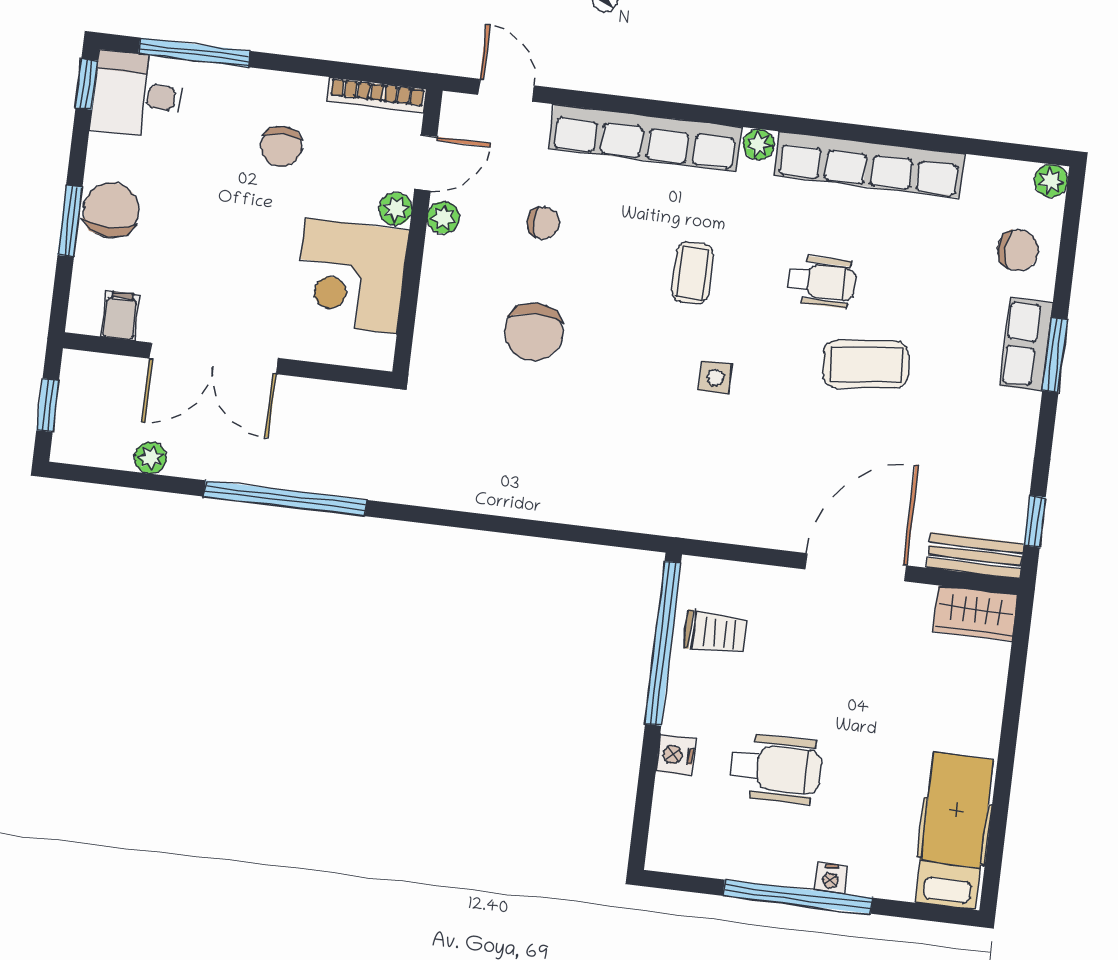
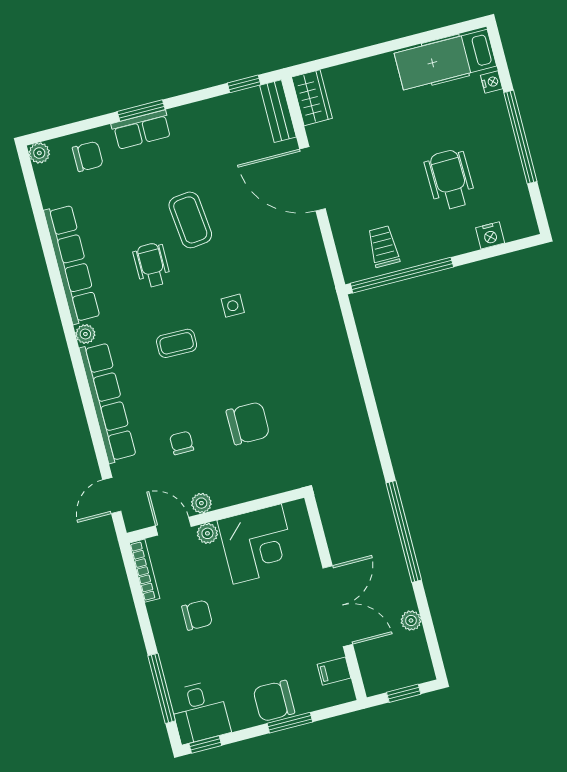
chair: (1018, 250) -> (88, 156), turned 90
nightstand: (675, 755) -> (490, 235), moved
nightstand: (831, 878) -> (492, 82), moved

